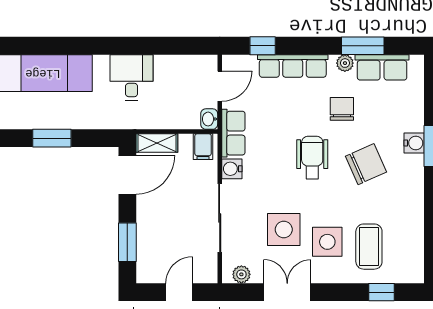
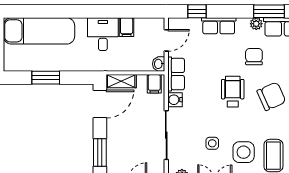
row of seats: (293, 66) -> (219, 26), width x0.68
filing cabinet: (164, 68) -> (127, 27), added
side table: (284, 229) -> (212, 143), width x0.54, depth x0.54

